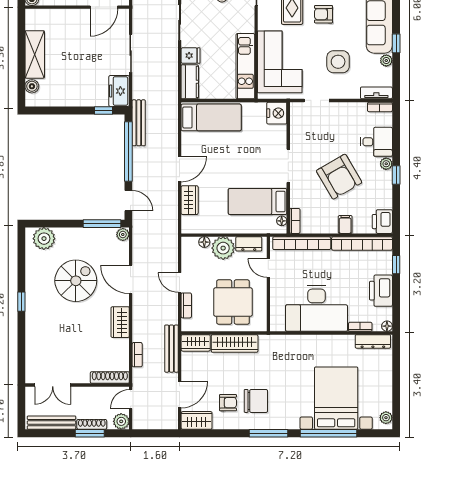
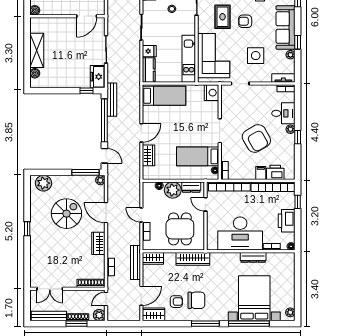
printer: (382, 222) -> (275, 172), moved, turned 90
dresser: (373, 341) -> (253, 257), moved
wardrobe: (235, 344) -> (193, 259), moved

